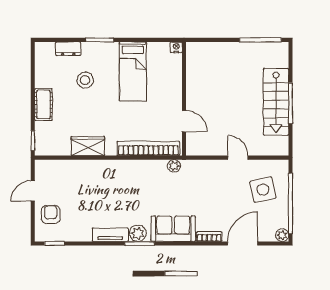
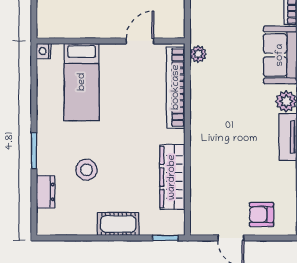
bed: (133, 71) -> (82, 82), moved, turned 90
wardrobe: (88, 146) -> (172, 177), width x1.50

